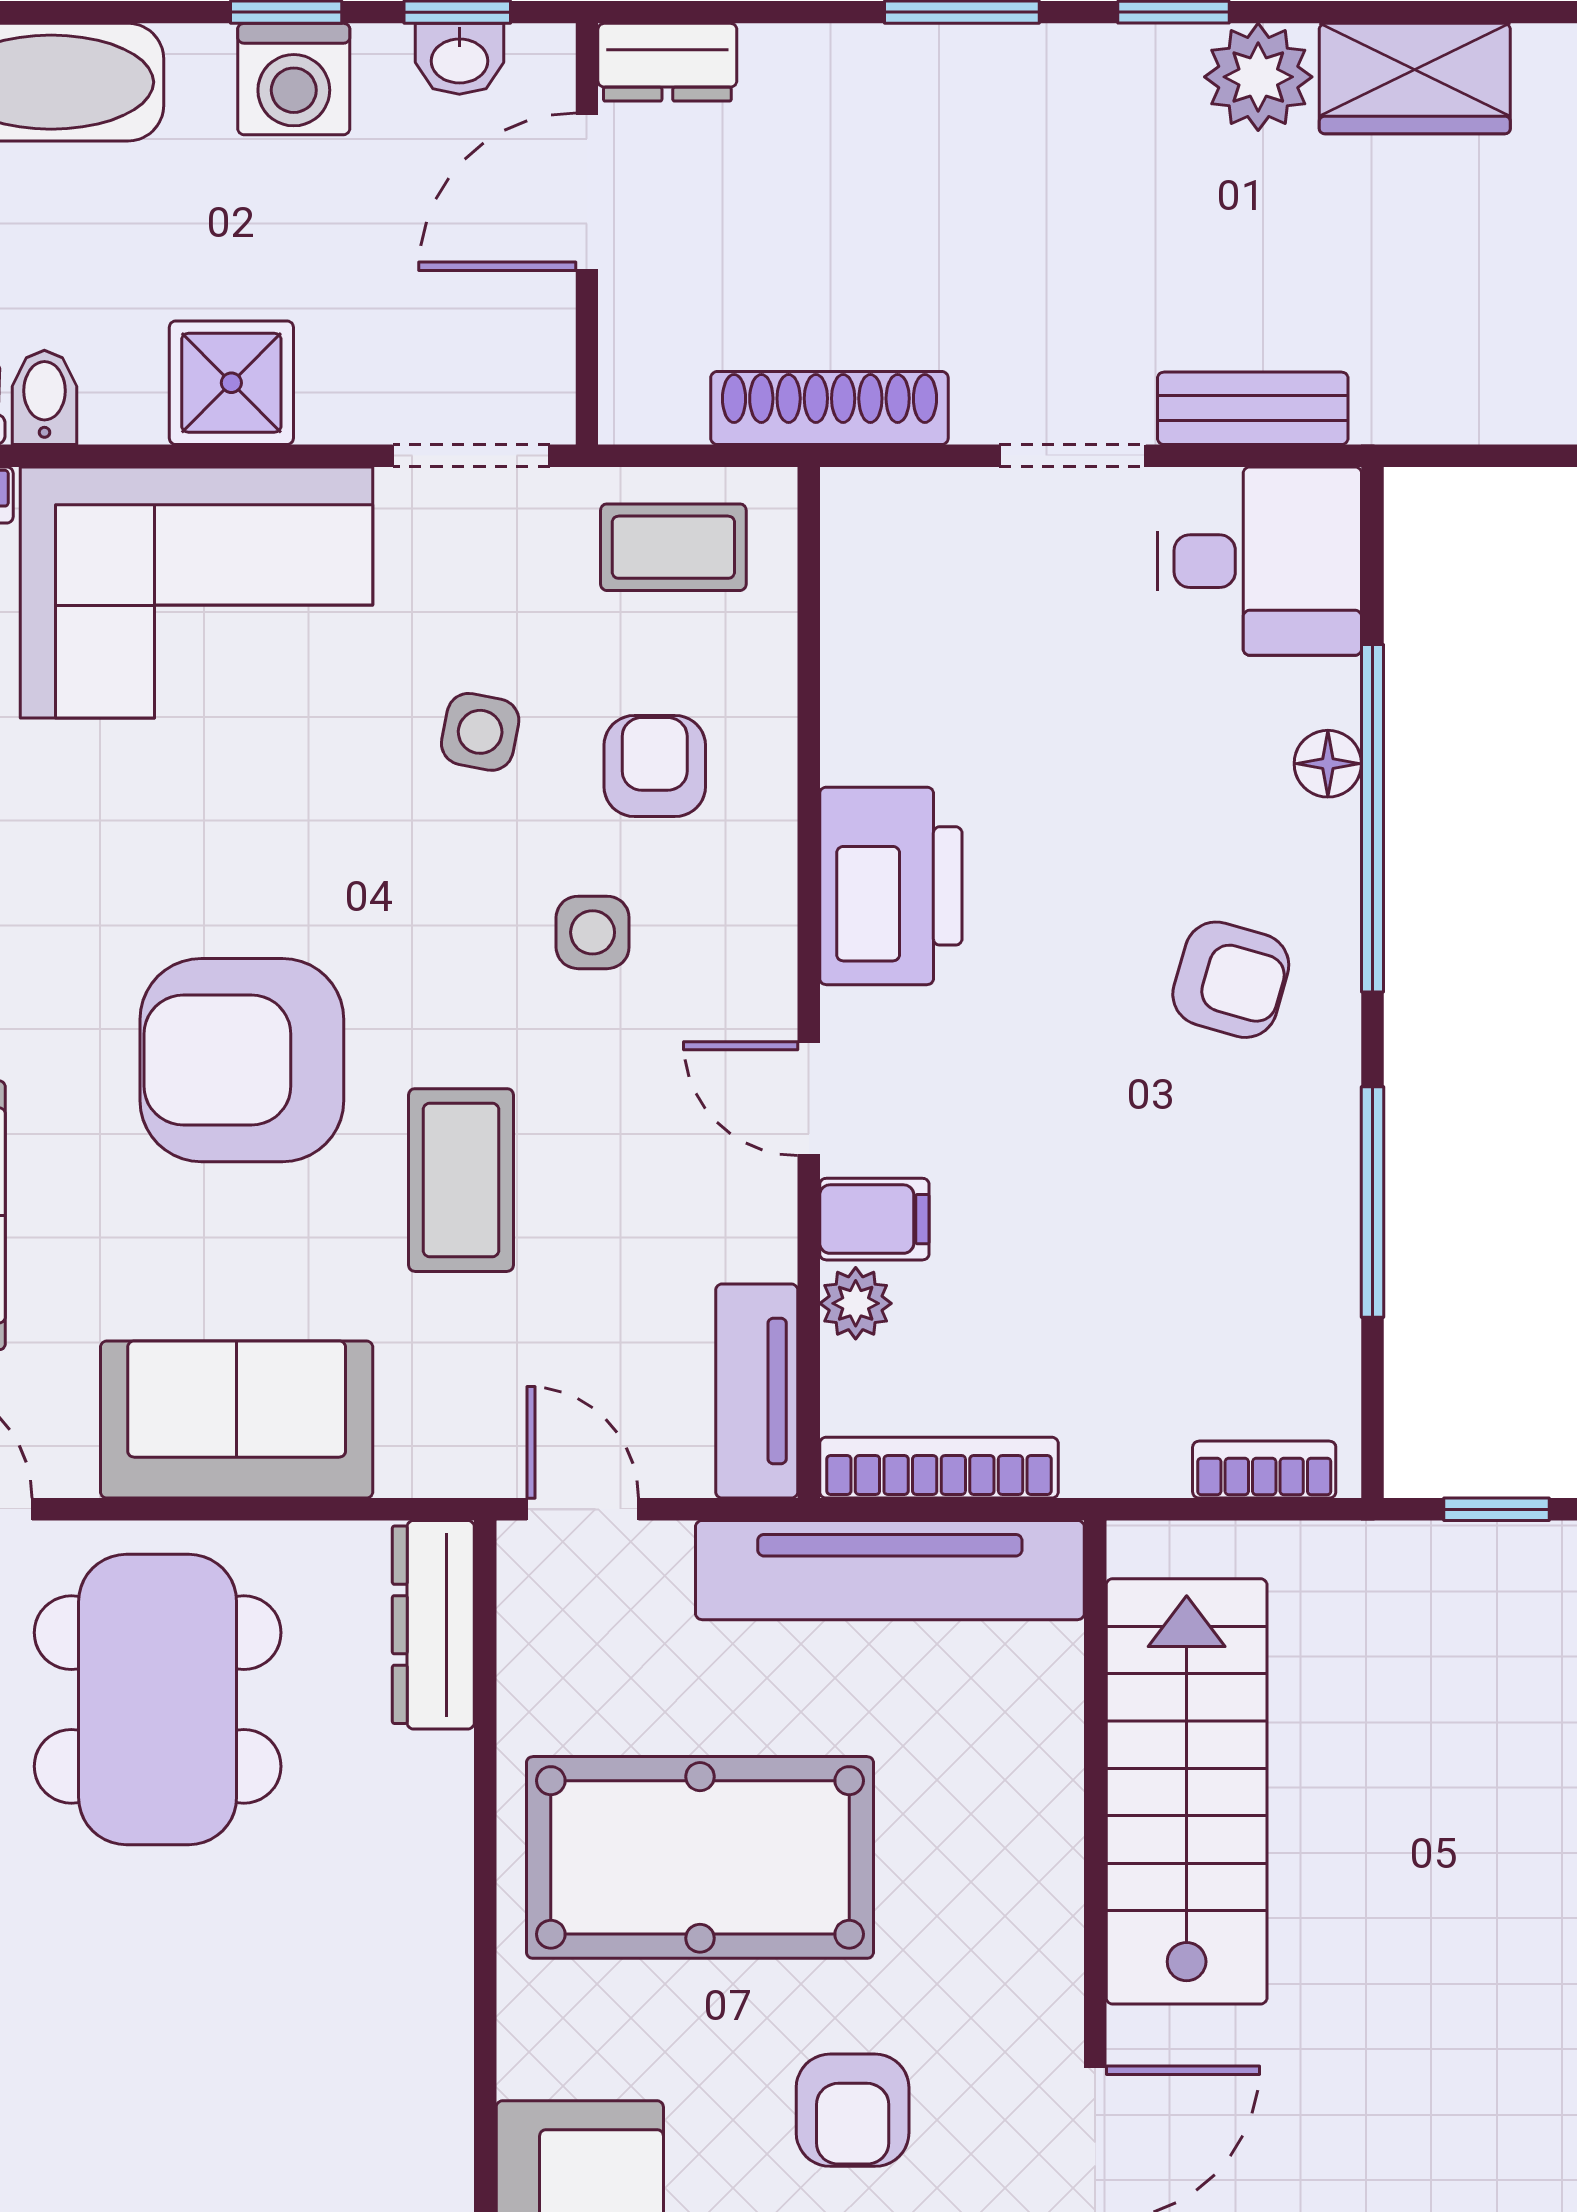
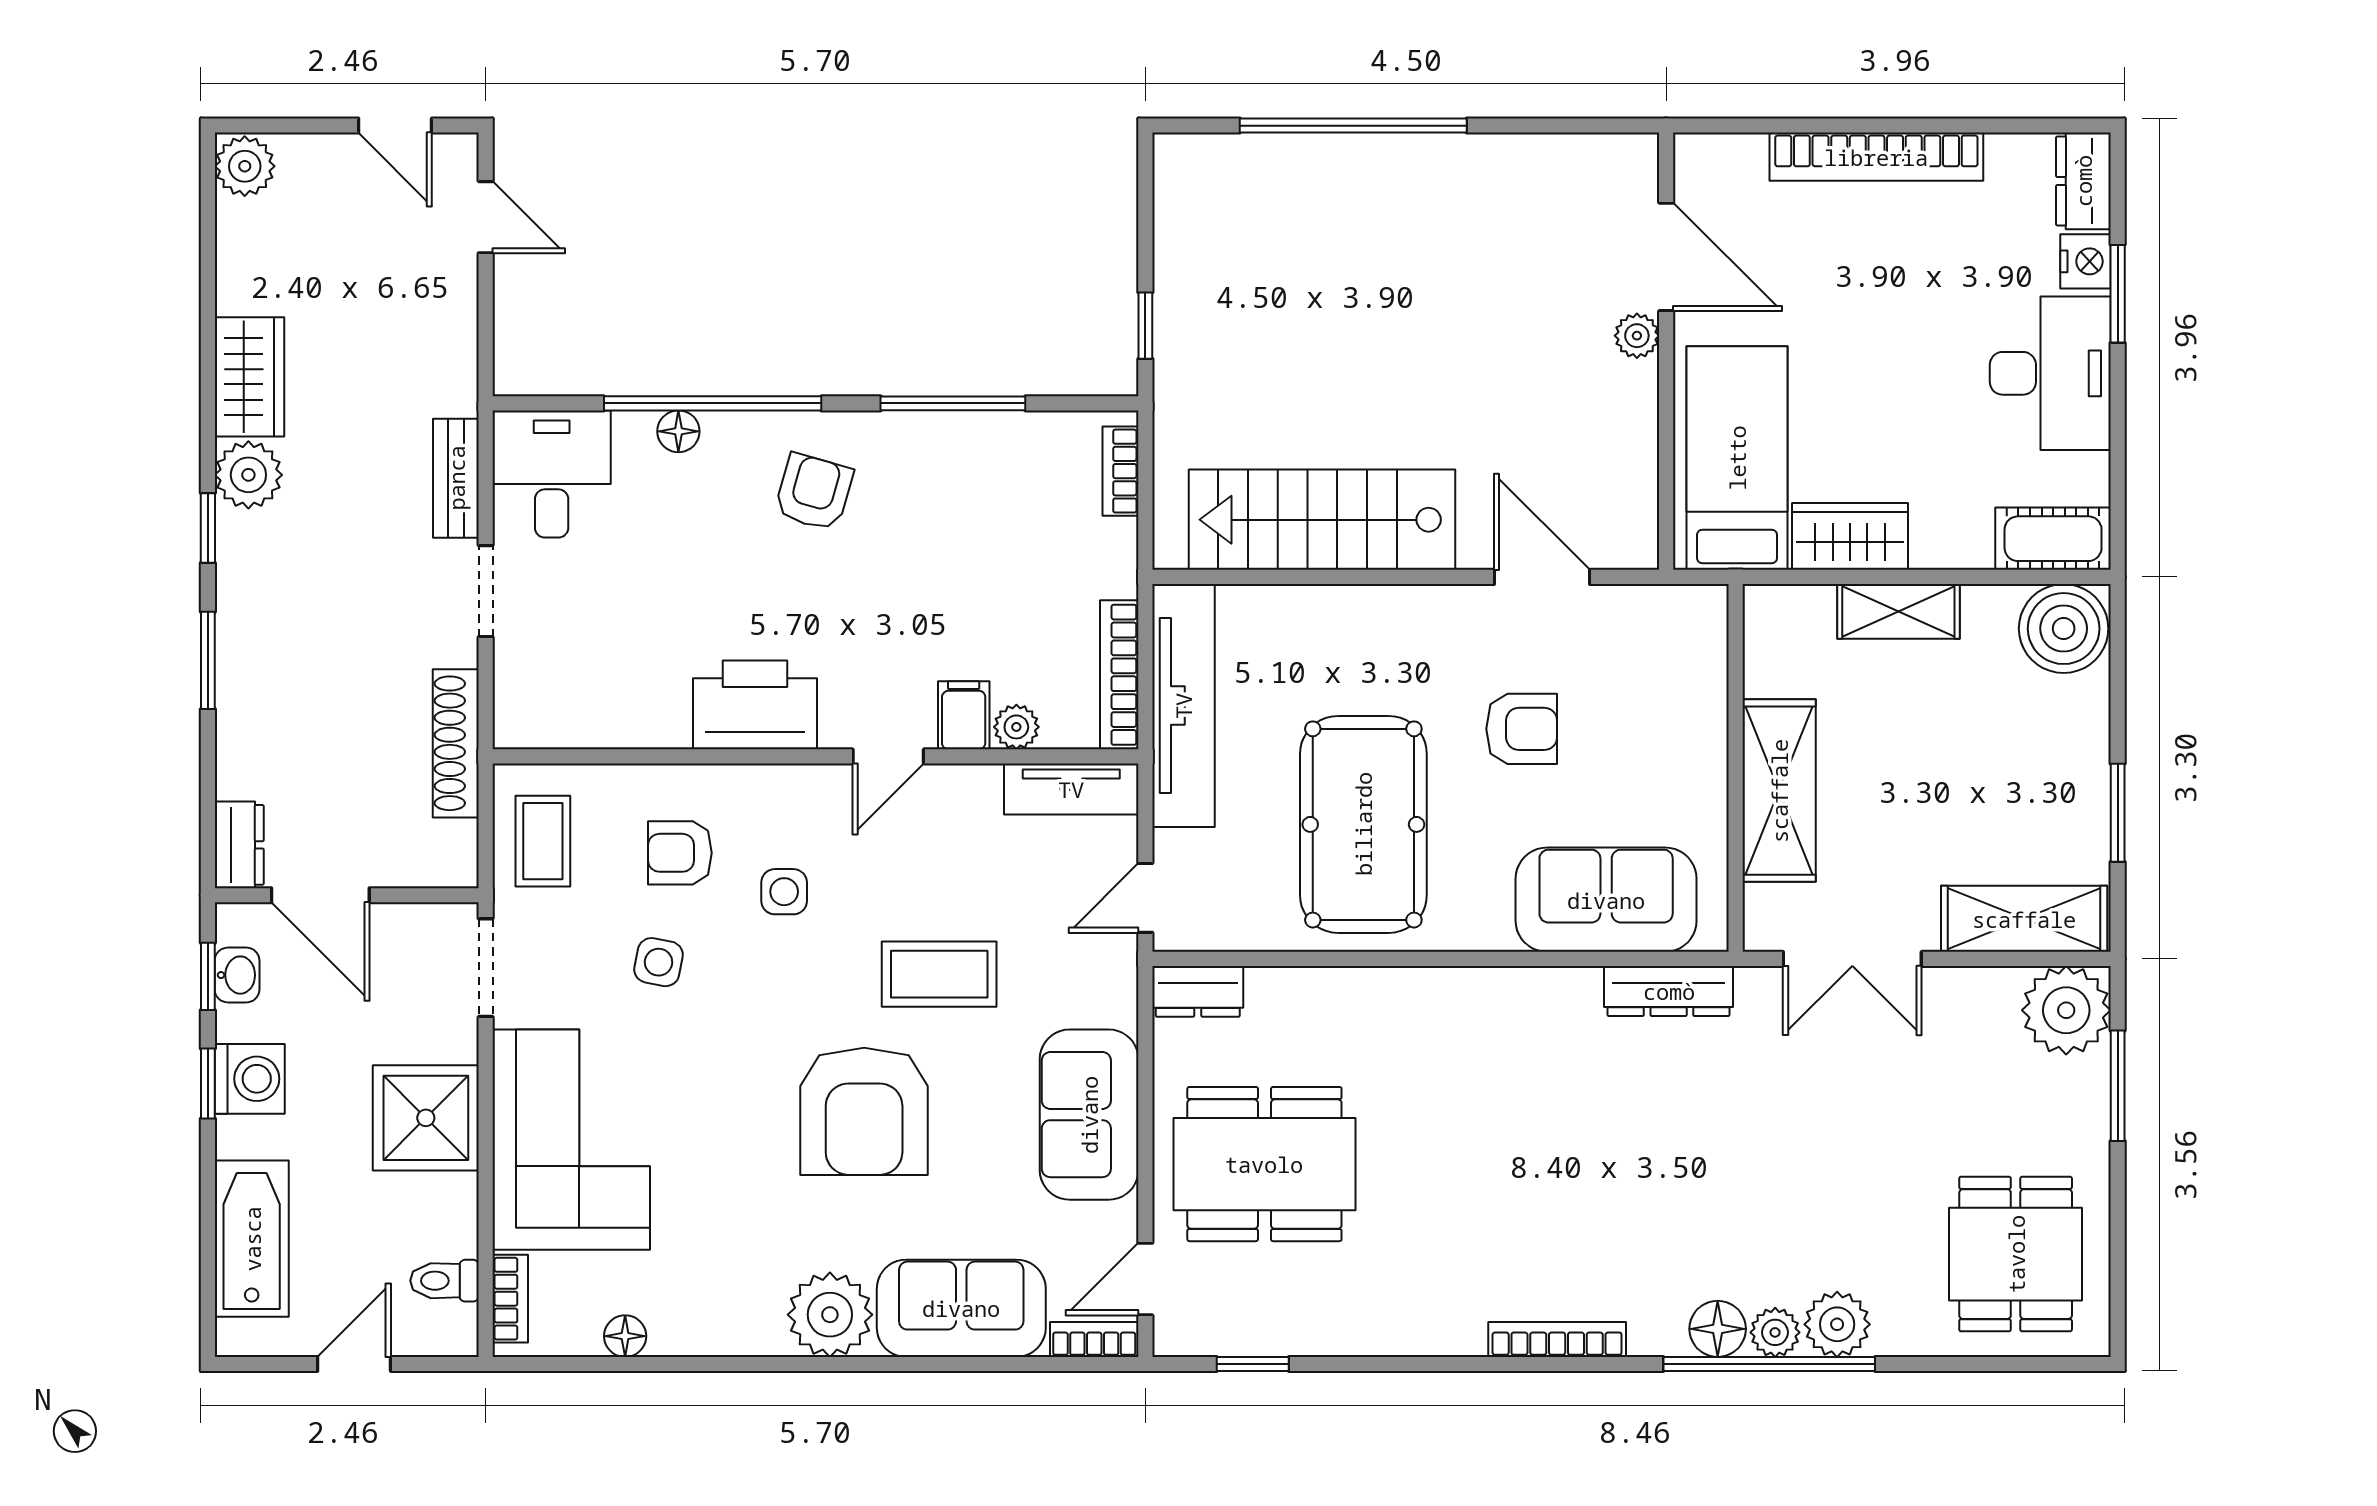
shower: (231, 383) -> (426, 1118), width x1.36, depth x1.36
bidet: (44, 397) -> (449, 1235), removed
dresser: (433, 1625) -> (1198, 991), width x0.70

